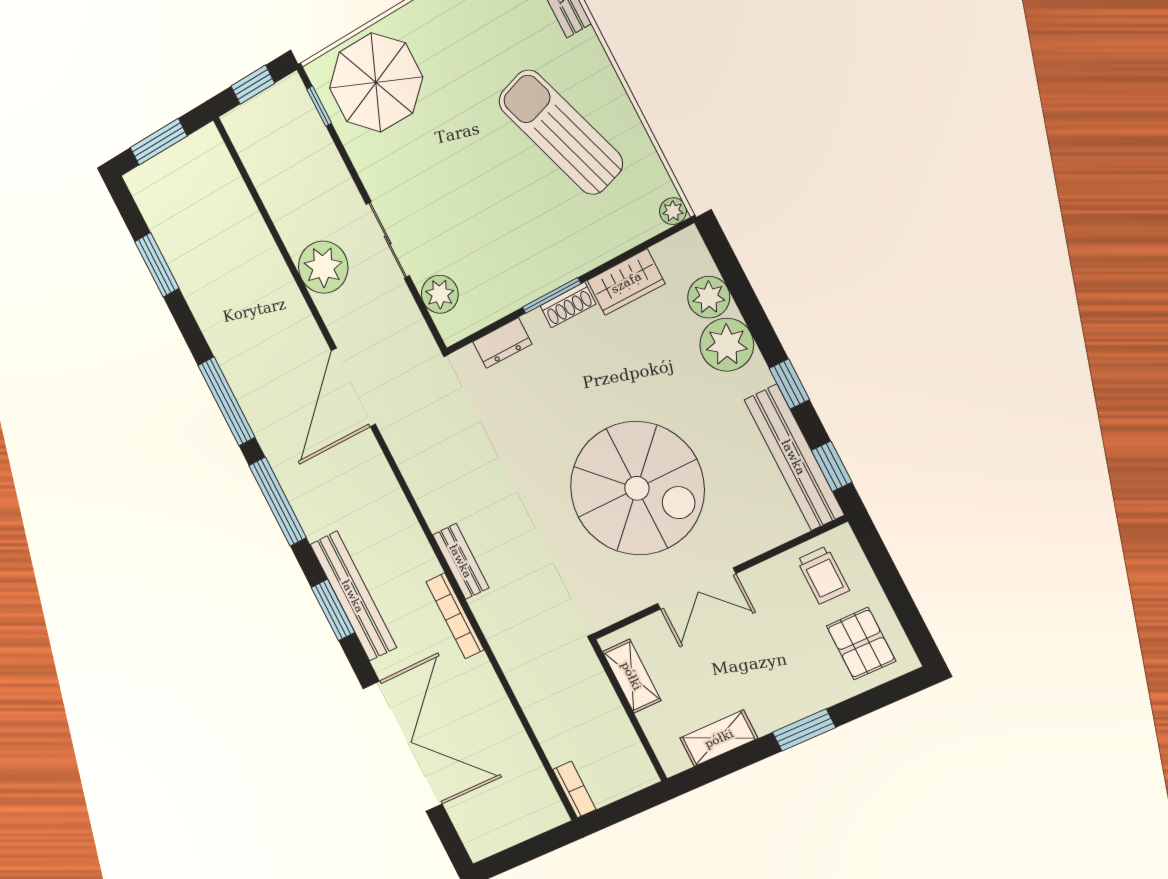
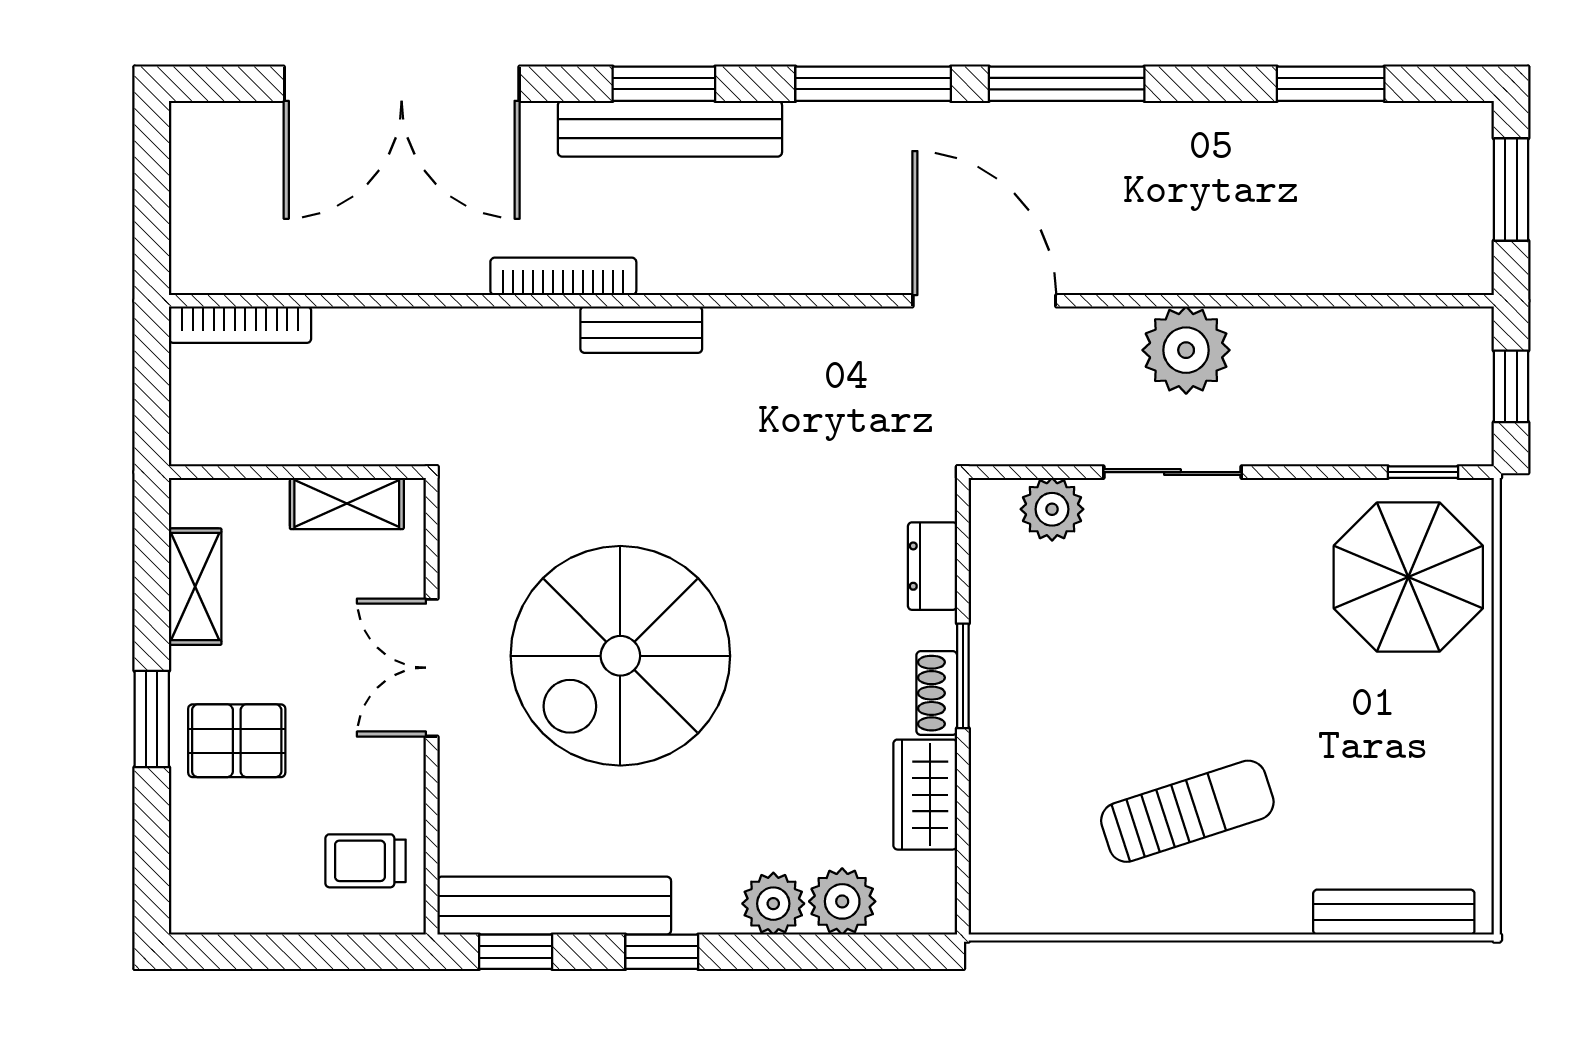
sun lounger: (561, 132) -> (1187, 811), width x0.73, depth x0.75
plant: (673, 211) -> (990, 913), removed
plant: (727, 345) -> (773, 904), width x0.73, depth x0.73
pallet: (861, 644) -> (237, 741), moved
bookcase: (574, 789) -> (240, 325), width x1.56

